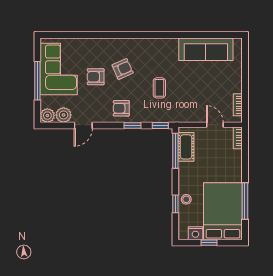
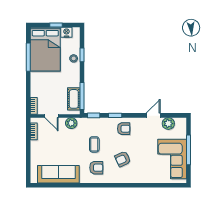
armchair: (96, 77) -> (96, 168), moved
plant: (47, 116) -> (71, 123), moved

